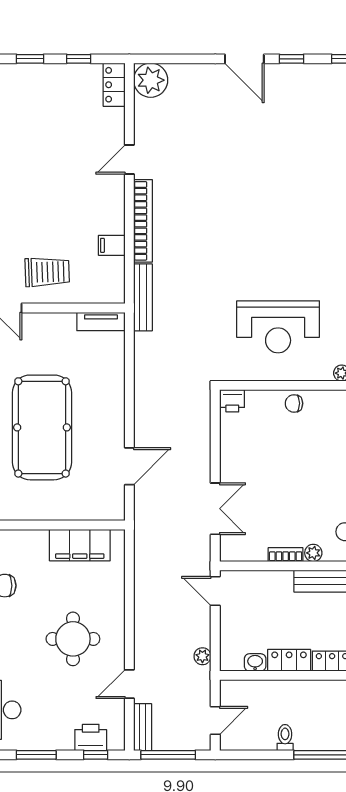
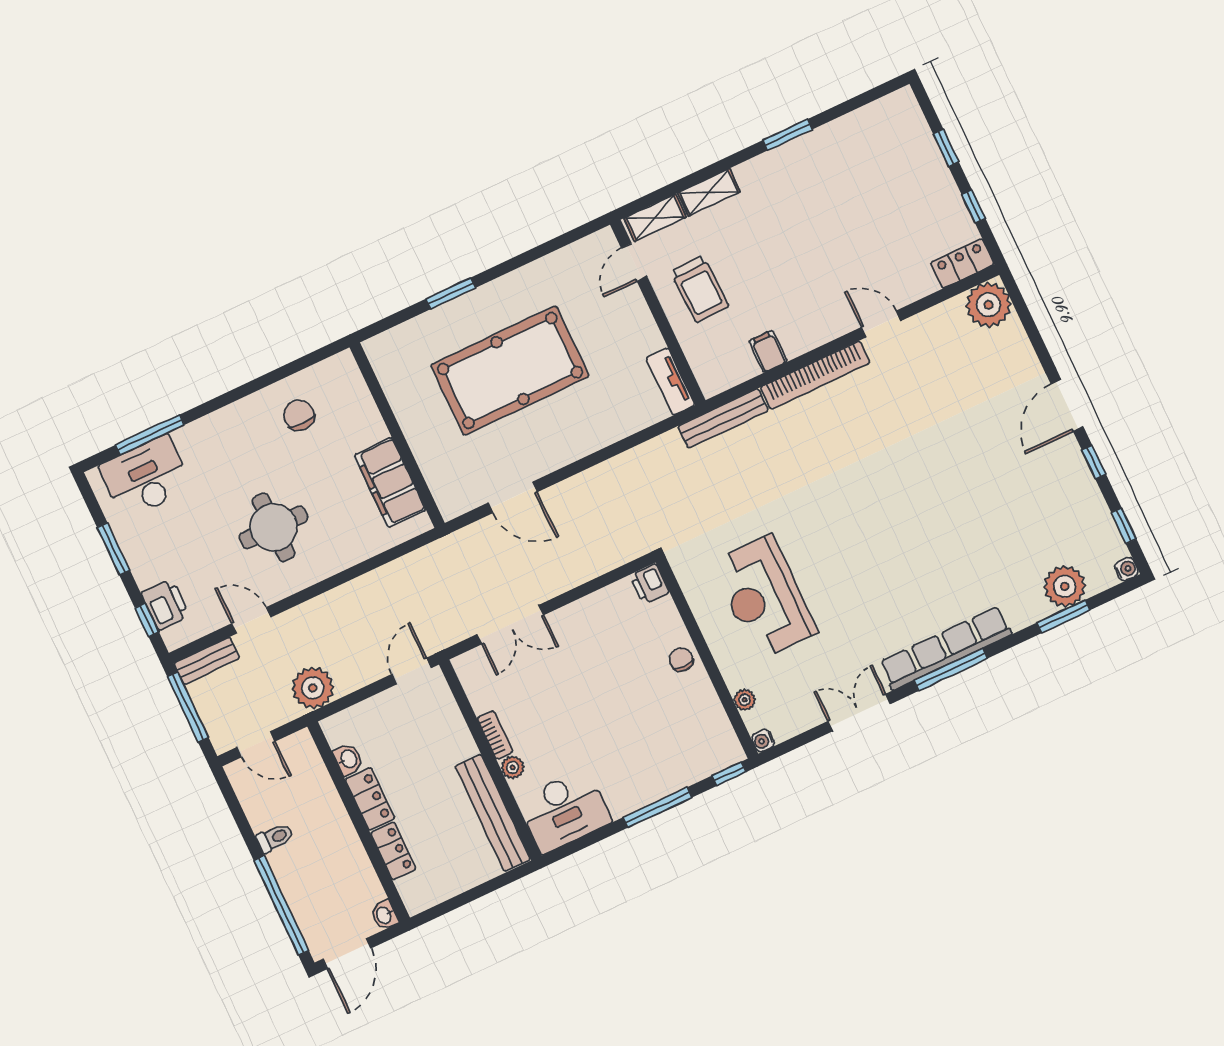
plant: (202, 656) -> (313, 688), width x1.87, depth x1.87

